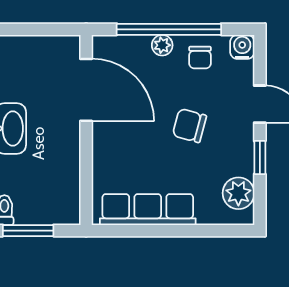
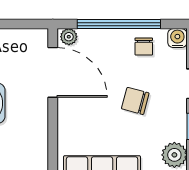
plant: (162, 45) -> (69, 37), moved

